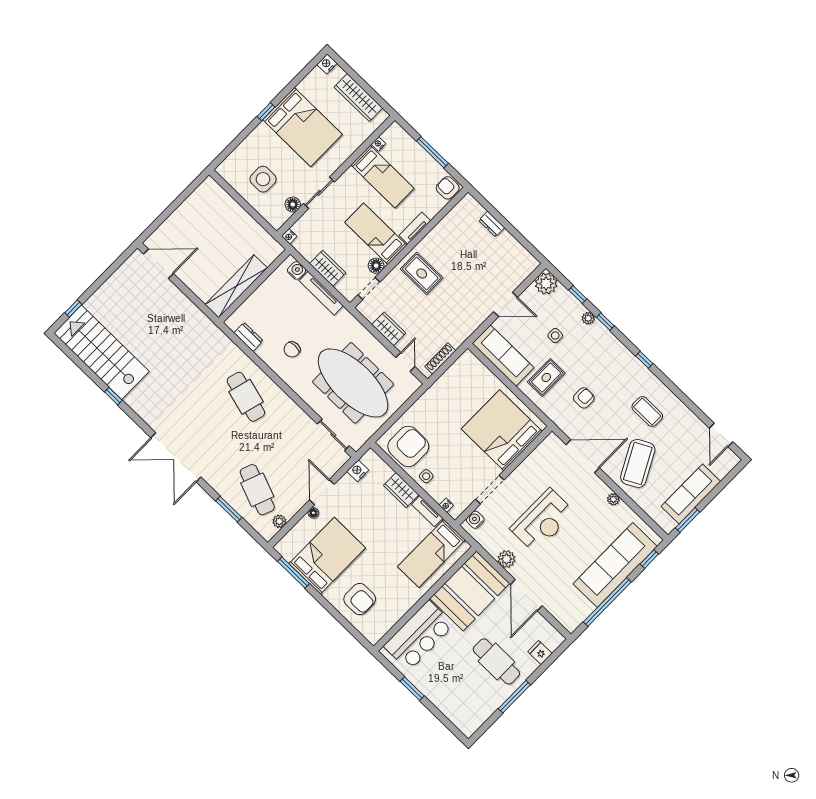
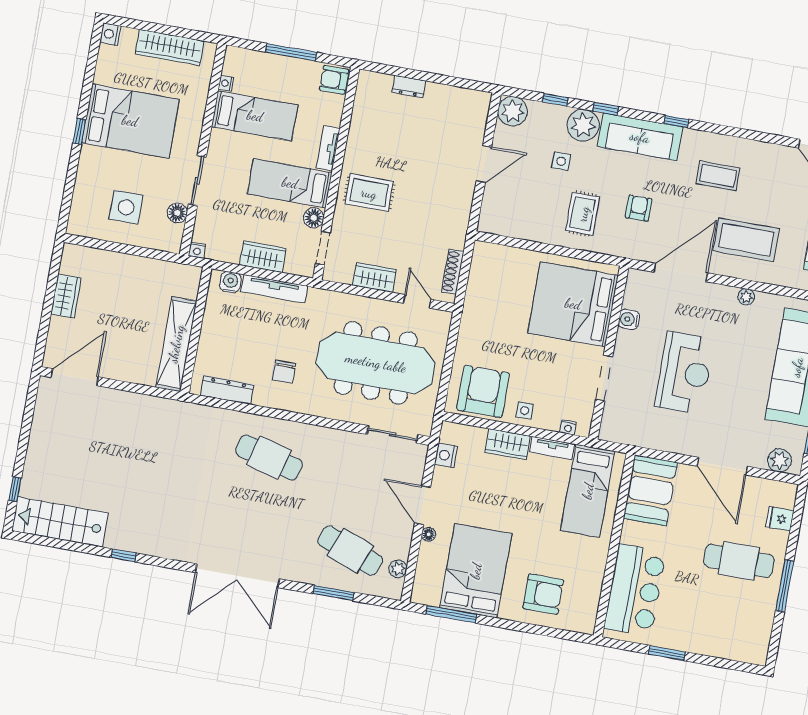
wardrobe: (188, 209) -> (66, 296), added
plant: (588, 318) -> (583, 125), width x1.88, depth x1.88
dresser: (248, 337) -> (227, 390), width x1.44
stairs: (101, 352) -> (60, 522), width x0.73, depth x0.66
sofa: (503, 355) -> (640, 137), moved, turned 180
coffee table: (638, 463) -> (746, 240), turned -62
water cooler: (475, 520) -> (629, 319), moved
plant: (507, 559) -> (780, 460), moved
booth: (470, 591) -> (650, 490), width x0.73, depth x0.70

